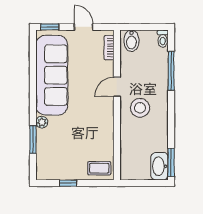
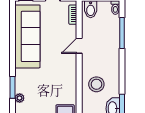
stool: (140, 108) -> (96, 84), moved
plant: (42, 122) -> (20, 98), moved

